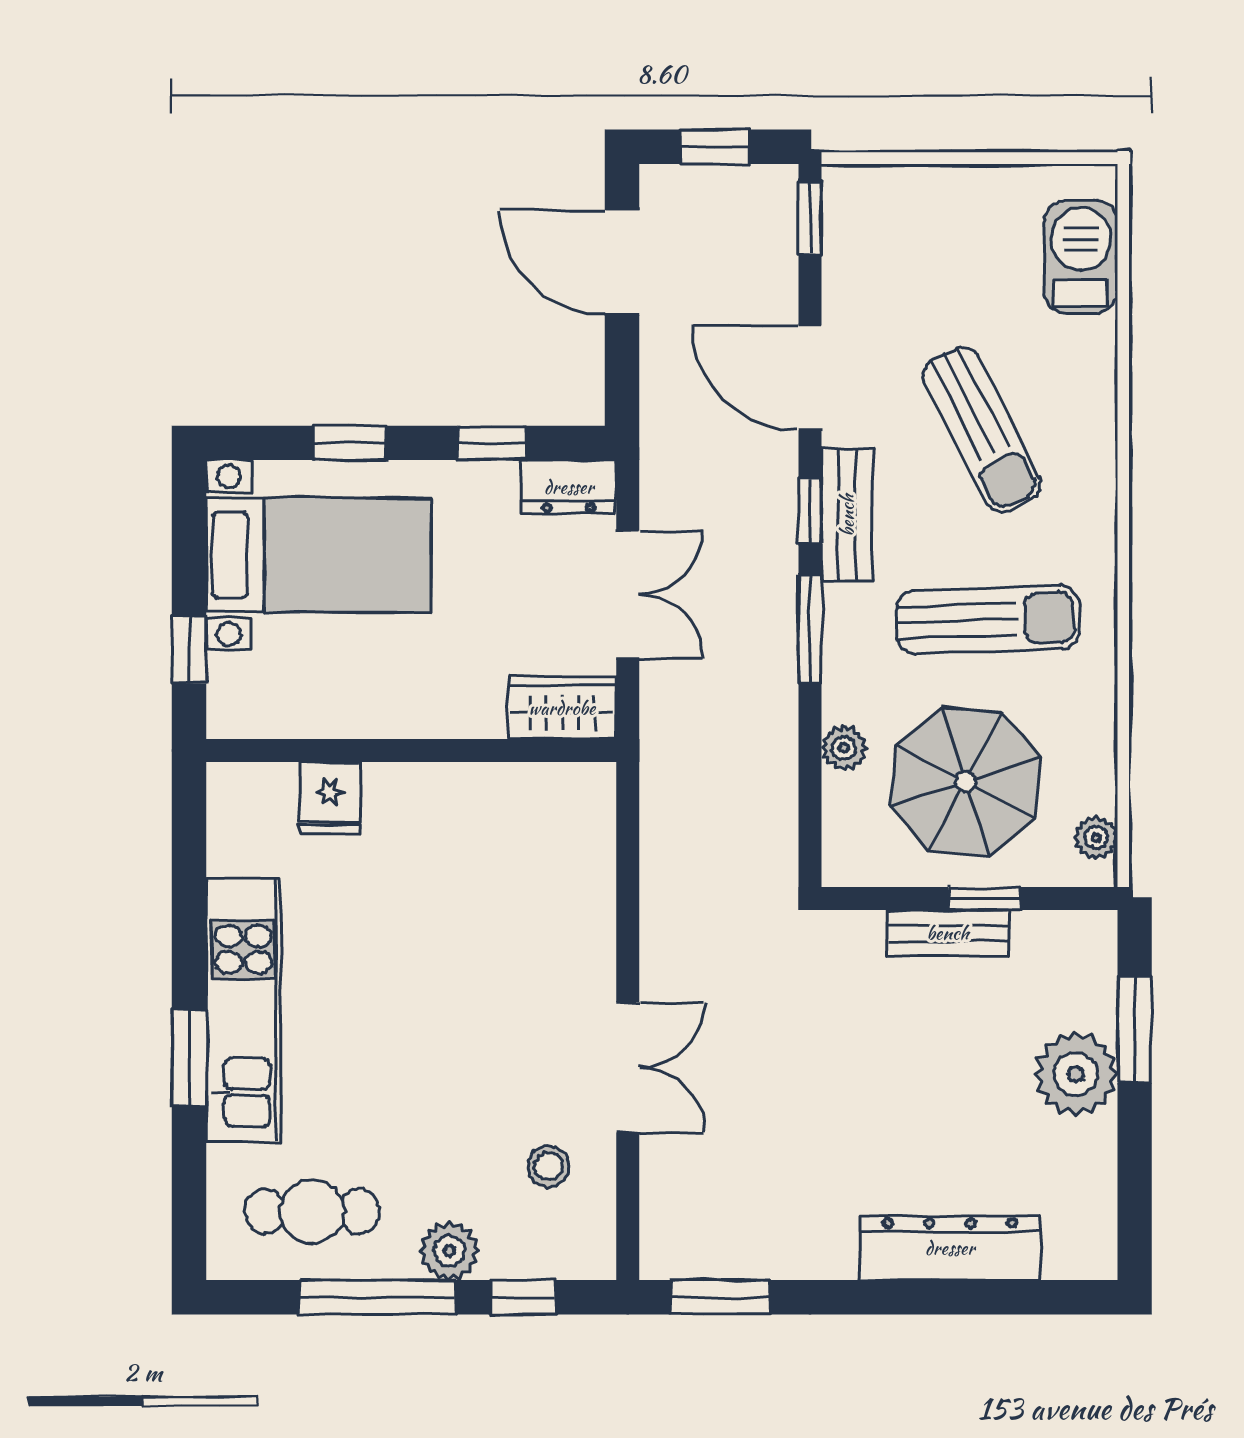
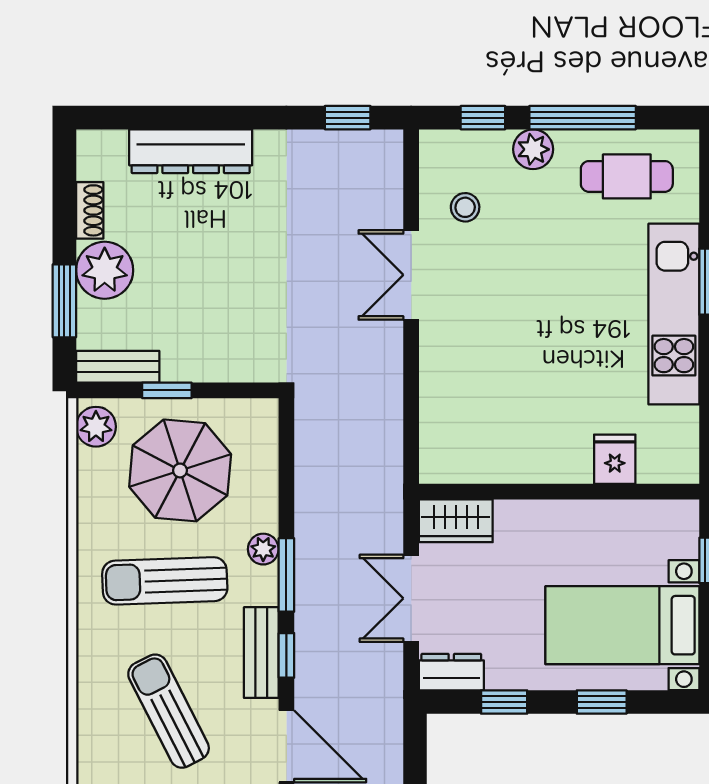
plant: (844, 748) -> (263, 549), moved
plant: (1096, 837) -> (96, 427), width x1.38, depth x1.38
bench: (948, 933) -> (118, 367), moved
shoe rack: (1097, 1162) -> (90, 210), added
window: (720, 1297) -> (348, 118), width x0.67

